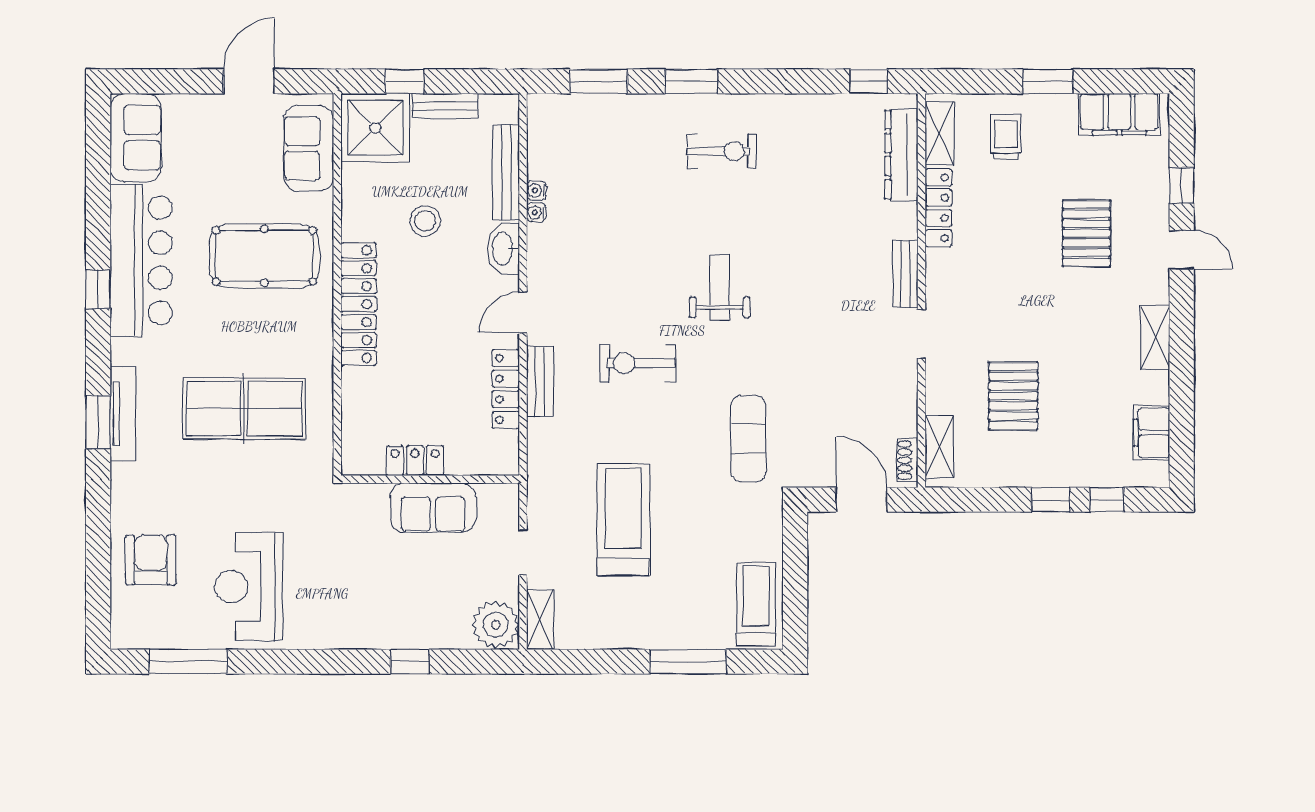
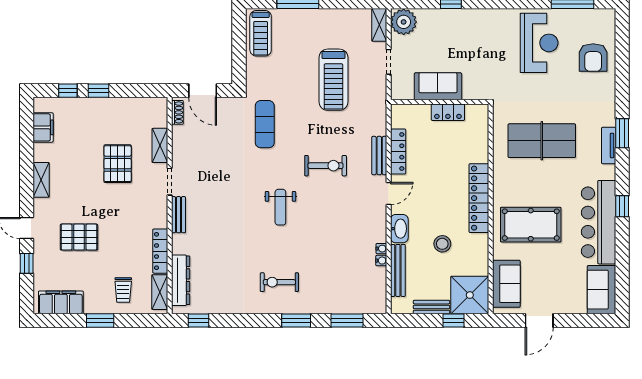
pallet: (1086, 233) -> (79, 237), turned 90
pallet: (1013, 396) -> (118, 164), moved
tv unit: (123, 414) -> (609, 146), width x0.71
shelving: (939, 447) -> (160, 145), moved

